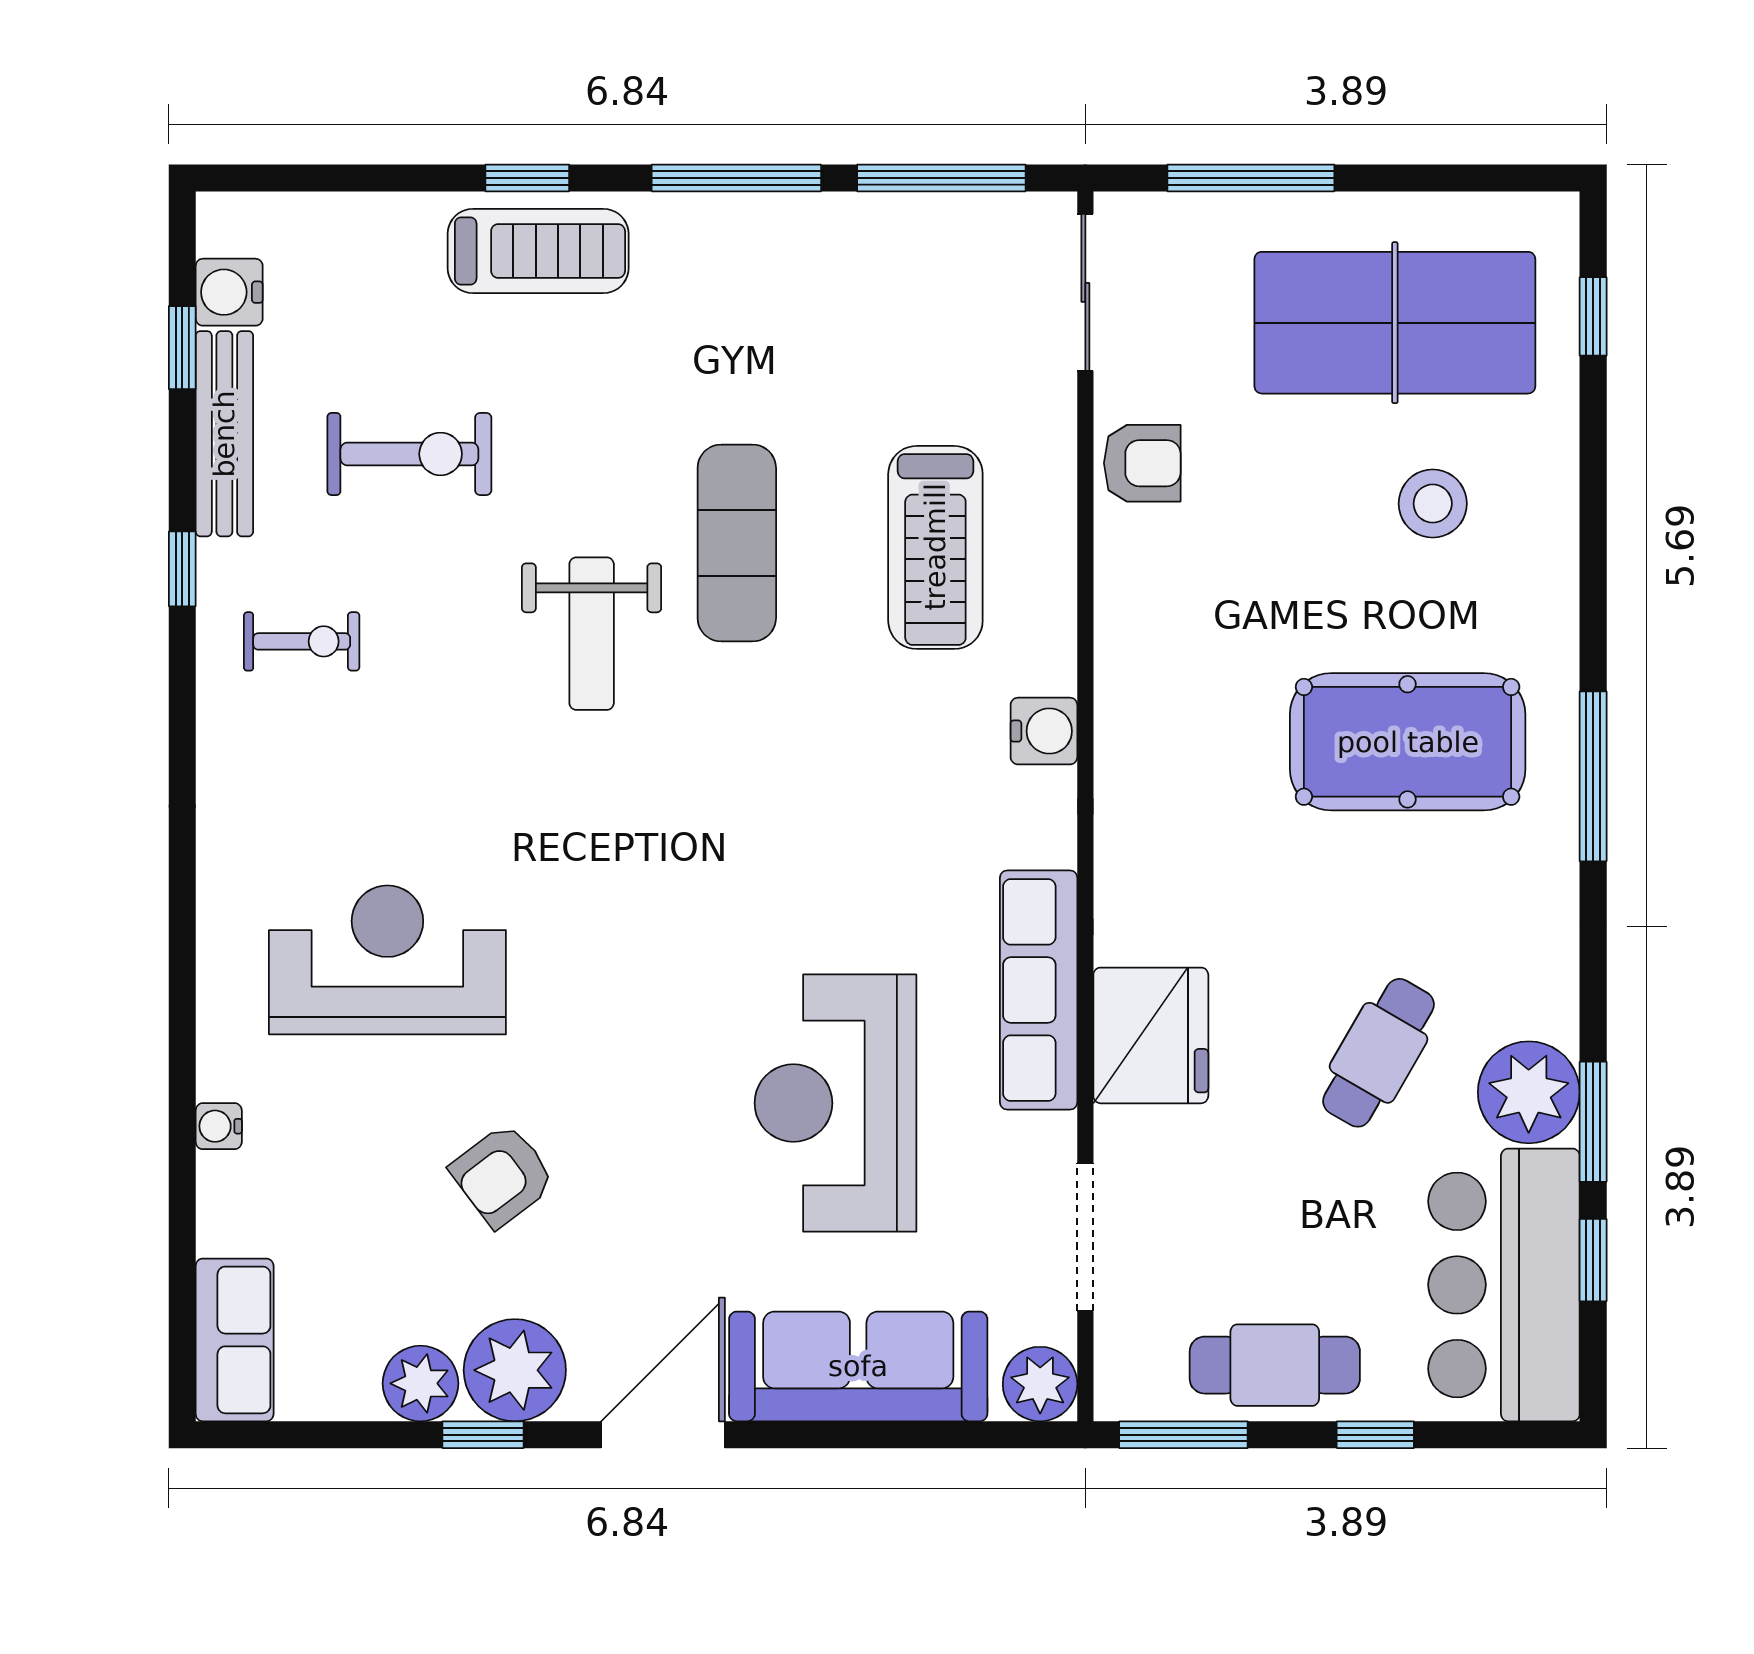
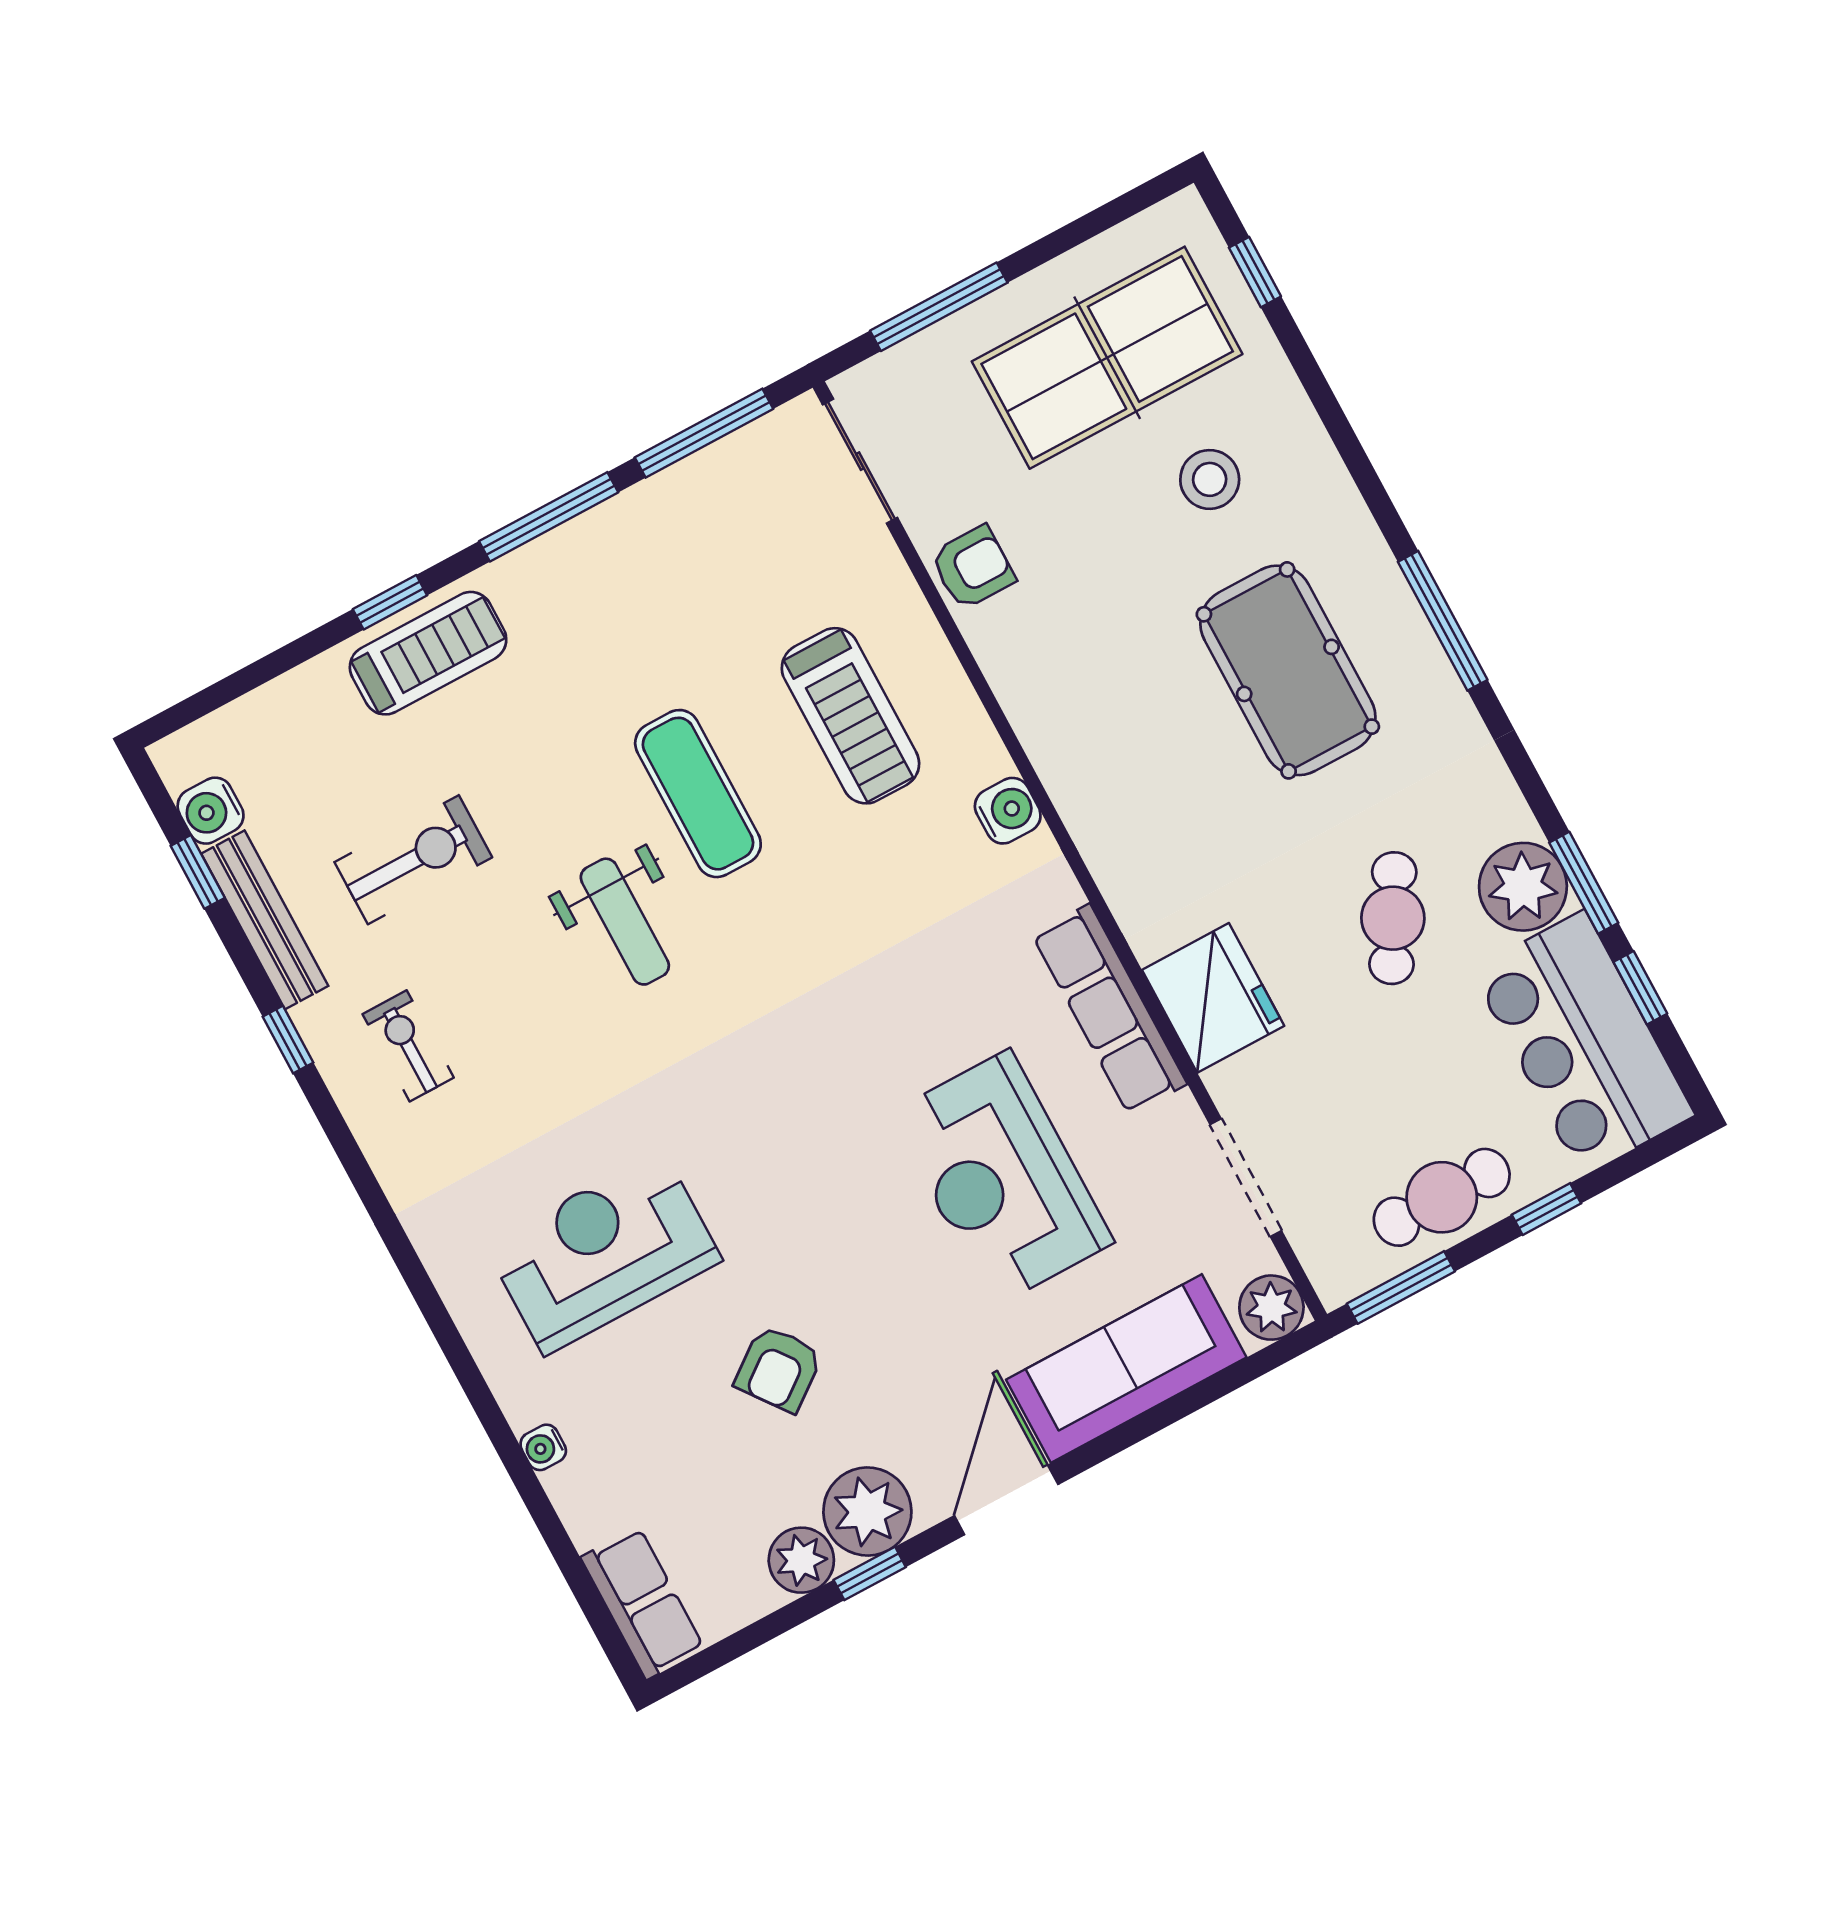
exercise bike: (302, 641) -> (408, 1046), turned -90
pool table: (1408, 742) -> (1288, 670), turned 90

